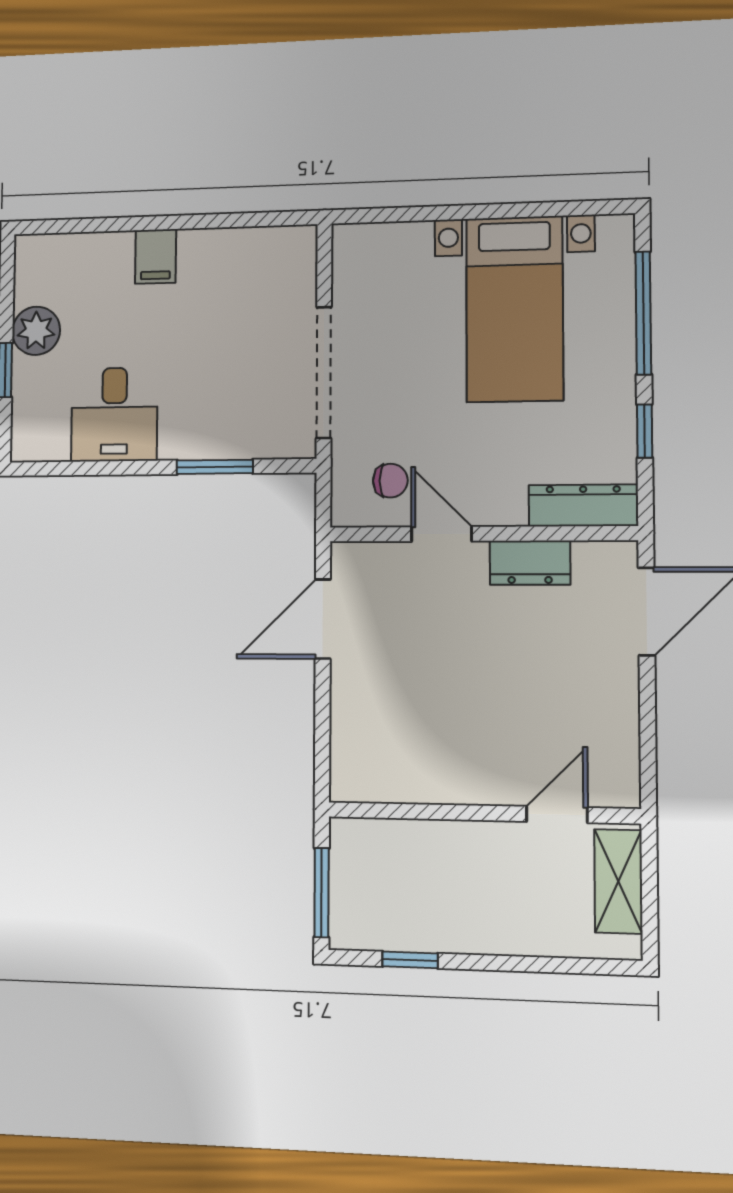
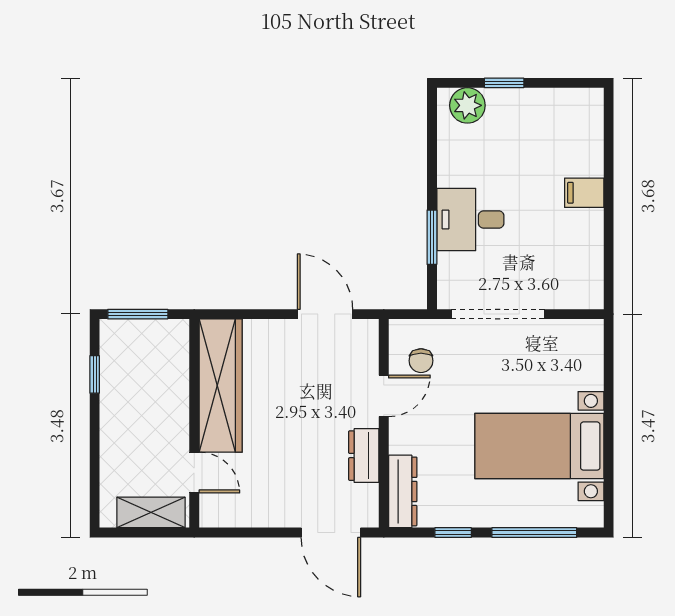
plant: (36, 331) -> (467, 105), moved
desk: (114, 415) -> (470, 219), moved
wardrobe: (427, 773) -> (221, 386), added

